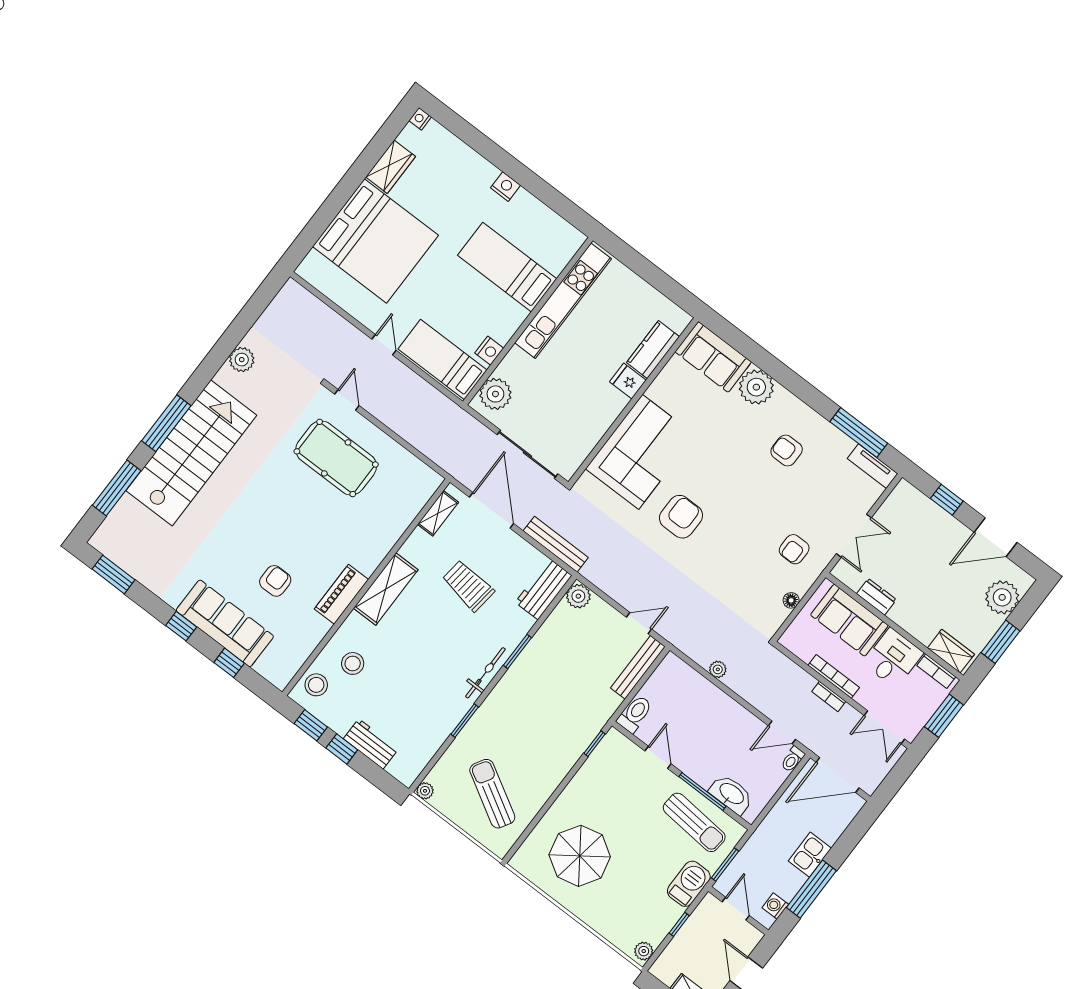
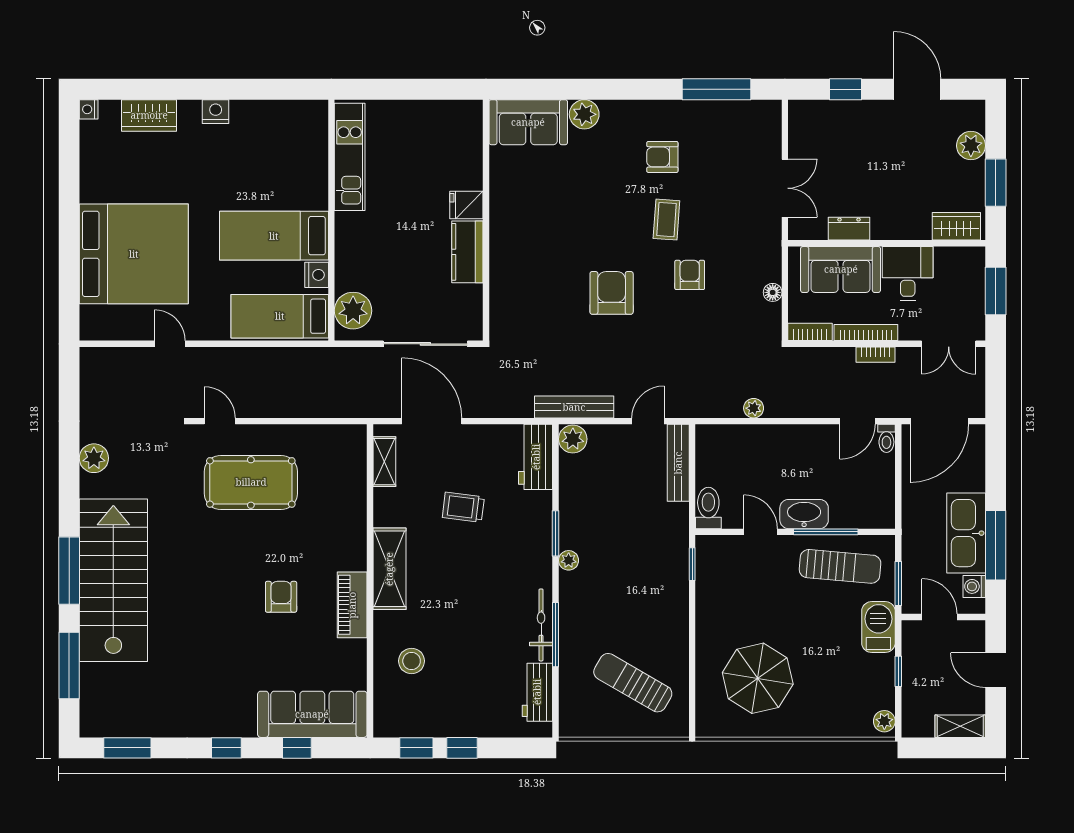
wardrobe: (391, 167) -> (149, 115), moved, turned 90
bed: (507, 267) -> (274, 236), moved
kitchen unit: (563, 301) -> (350, 157), width x0.73
door: (384, 345) -> (170, 344), moved
kitchen counter: (653, 350) -> (467, 252), moved
plant: (756, 387) -> (584, 114), width x0.73, depth x0.73
corner sofa: (640, 452) -> (528, 262), removed
tv unit: (872, 466) -> (753, 111), removed
coffee table: (757, 495) -> (666, 220), added
door: (996, 537) -> (917, 89), swing flipped
bench: (556, 544) -> (574, 407), moved
armchair: (794, 549) -> (690, 275), moved, turned 180
armchair: (275, 581) -> (281, 597), moved
trolley: (468, 586) -> (463, 507), width x0.73, depth x0.72
plant: (1002, 597) -> (971, 146), width x0.73, depth x0.73
sofa: (225, 623) -> (312, 714), moved
bookcase: (936, 671) -> (810, 332), moved, turned 180
bicycle: (485, 673) -> (541, 625), moved
stool: (316, 685) -> (393, 707), removed
window: (465, 721) -> (556, 635), width x1.44
workbench: (371, 744) -> (537, 692), moved, turned -90
plant: (425, 791) -> (569, 560), moved
washbasin: (731, 794) -> (804, 514), moved
kitchen sink: (810, 855) -> (966, 533), width x1.88, depth x1.24

